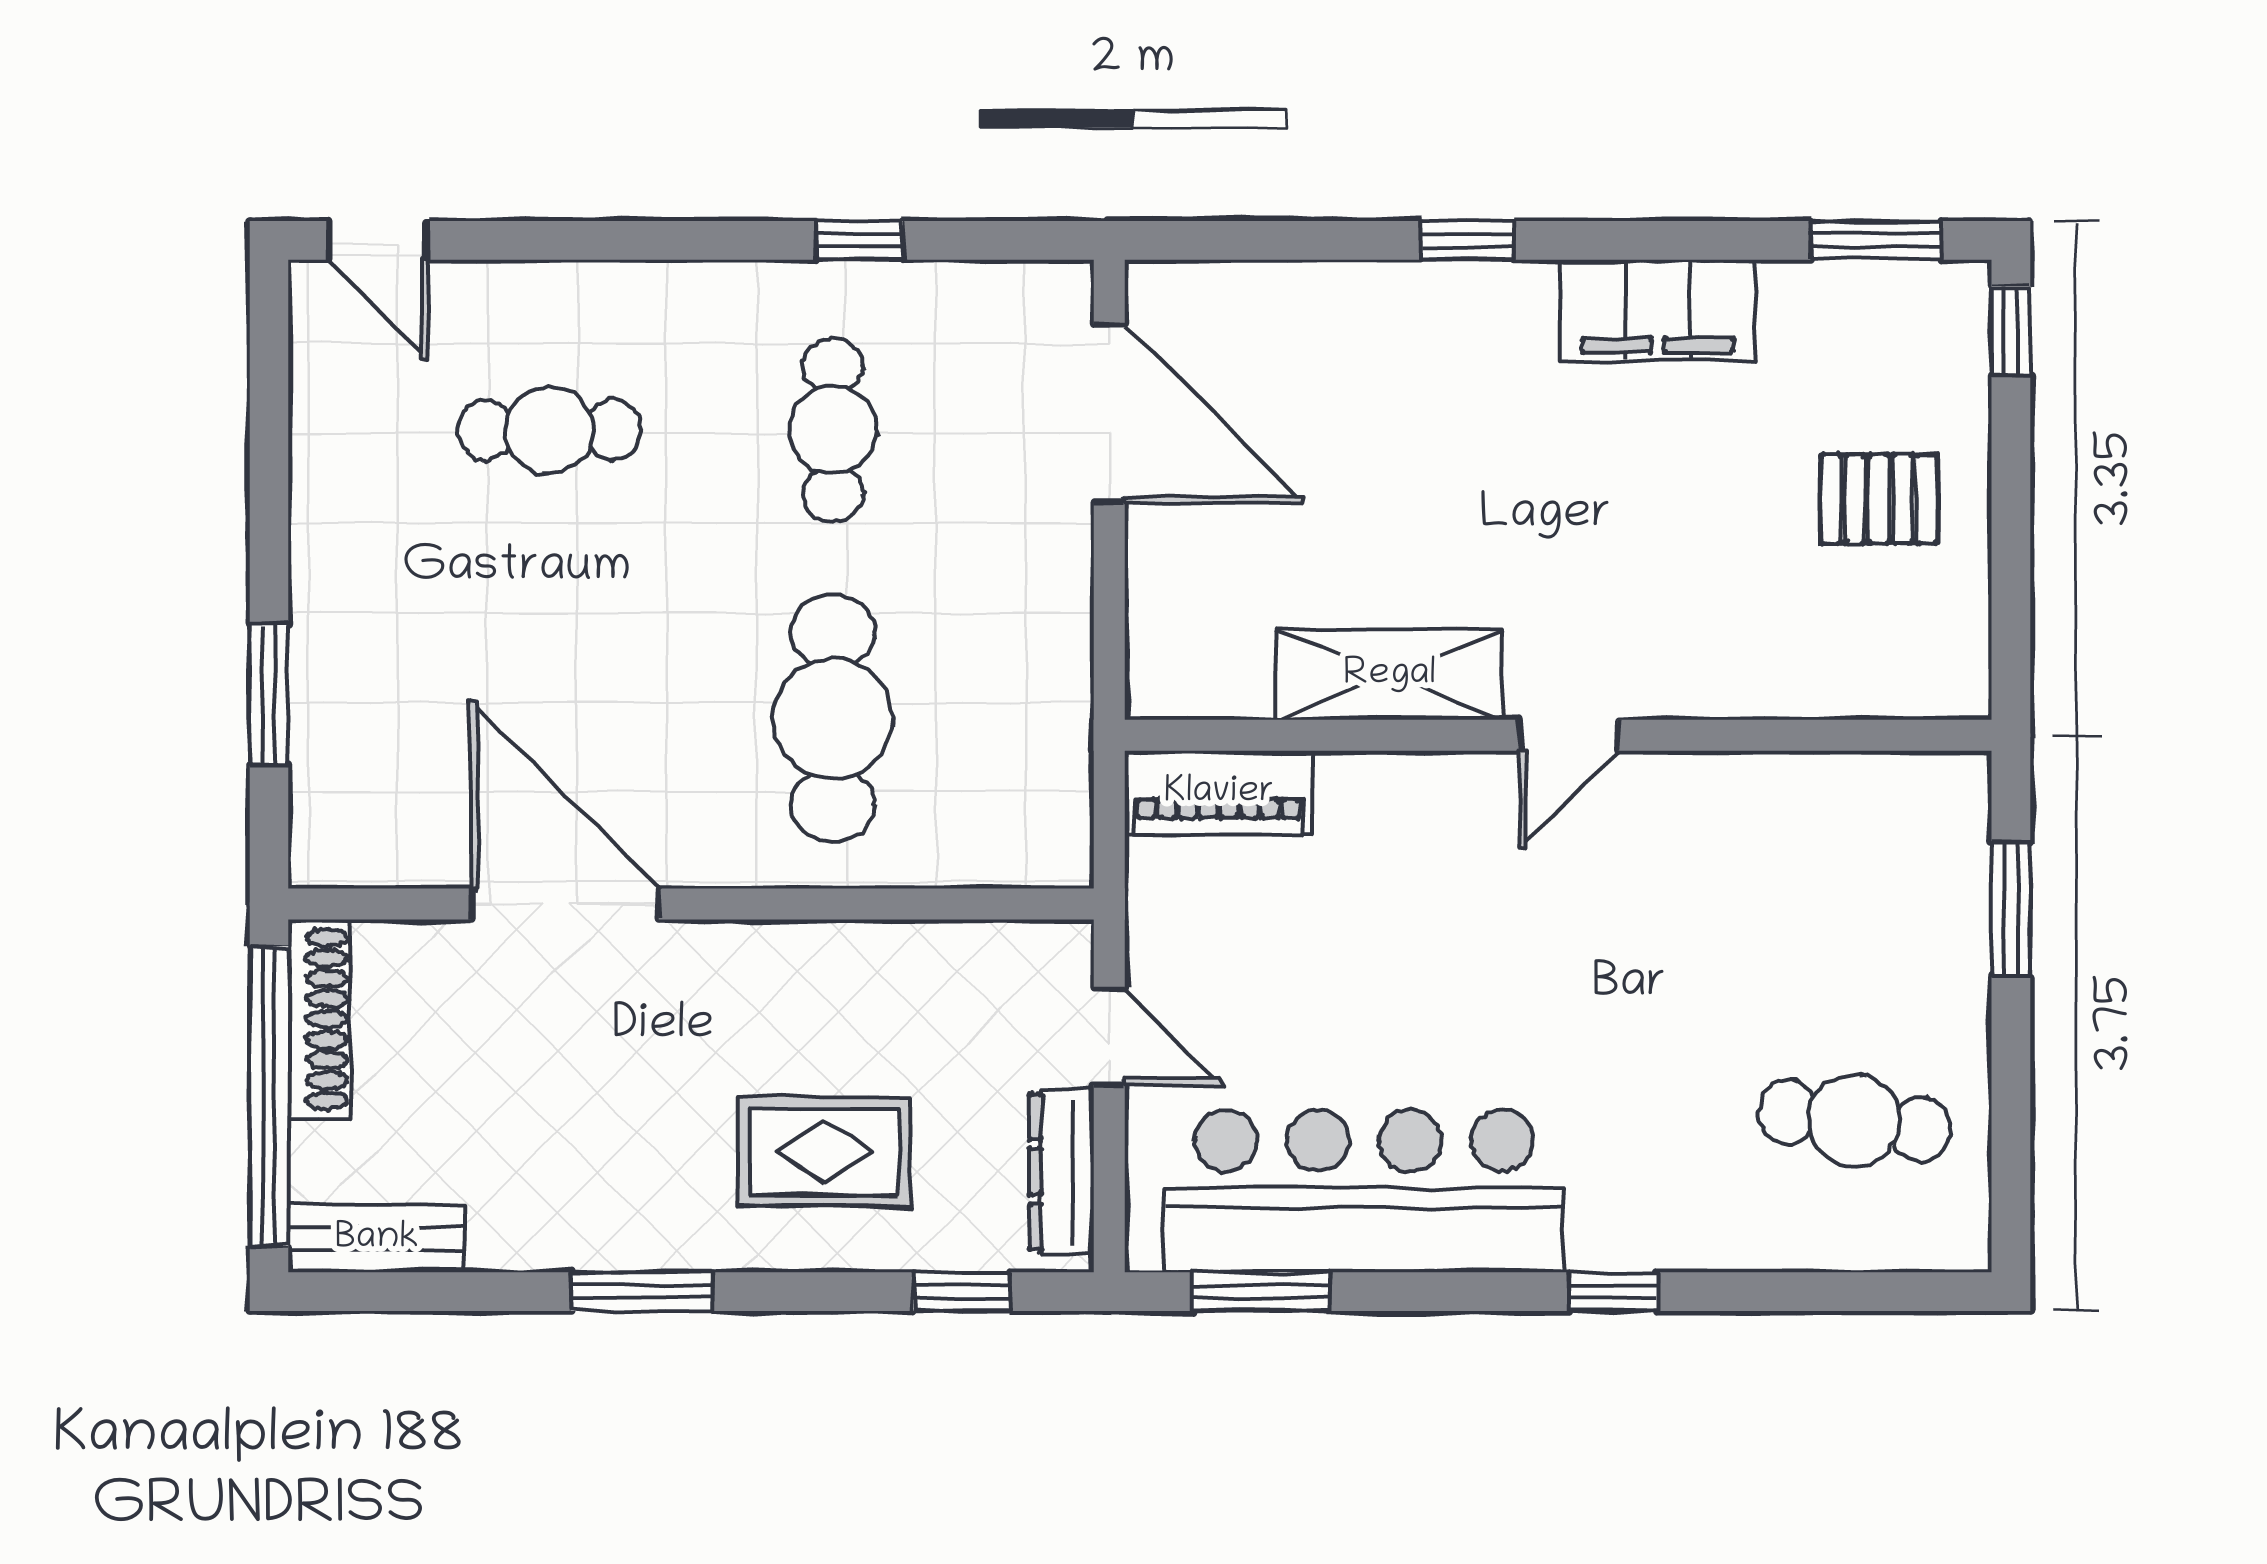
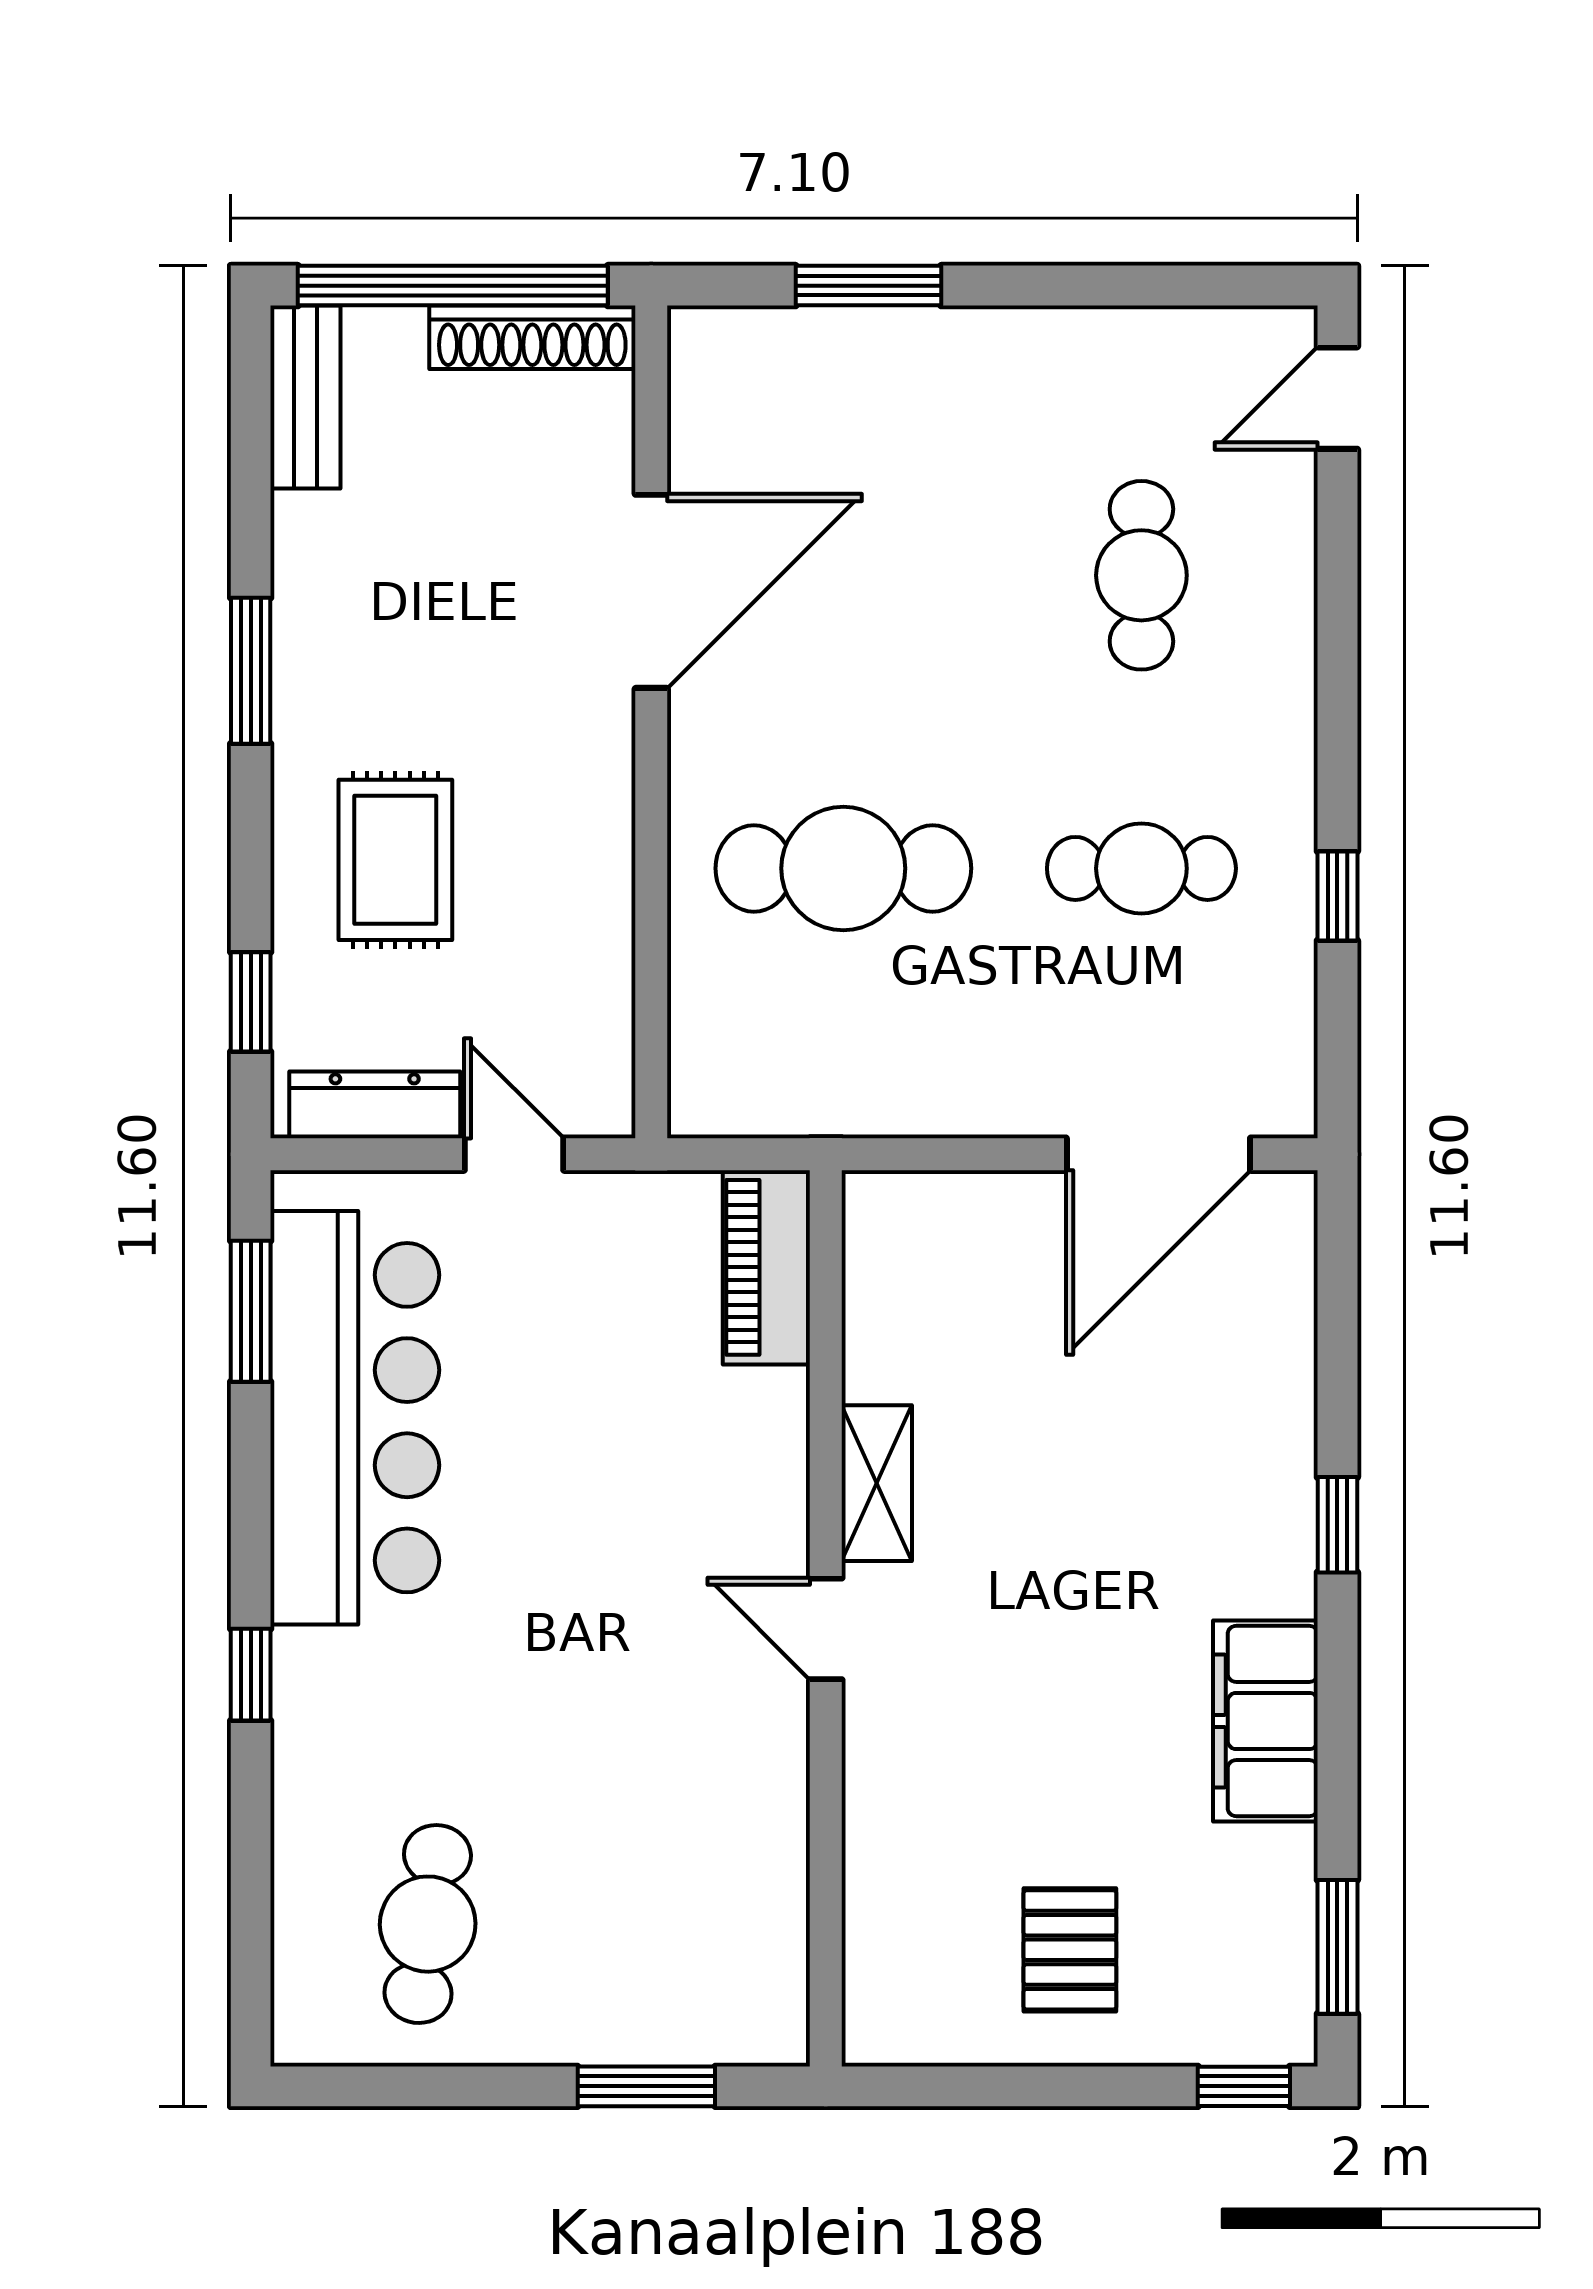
shelving: (1390, 675) -> (877, 1483), width x0.67, depth x0.75
door: (1109, 1037) -> (514, 1154), swing flipped

